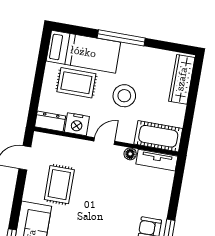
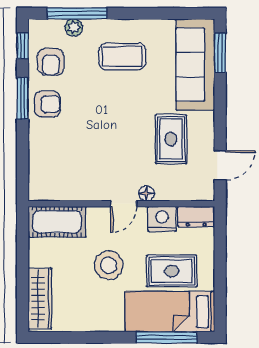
window: (121, 38) -> (167, 337), moved
floor lamp: (130, 154) -> (146, 193), moved
tv unit: (157, 160) -> (54, 191), removed

